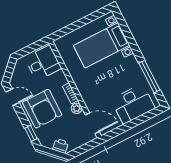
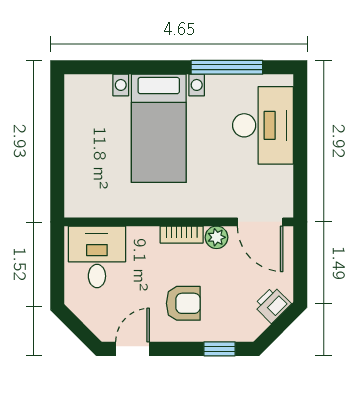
bed with nightstands: (102, 45) -> (159, 128), moved
armchair: (42, 109) -> (183, 303), width x0.53, depth x0.53
door: (92, 123) -> (260, 222), swing flipped

